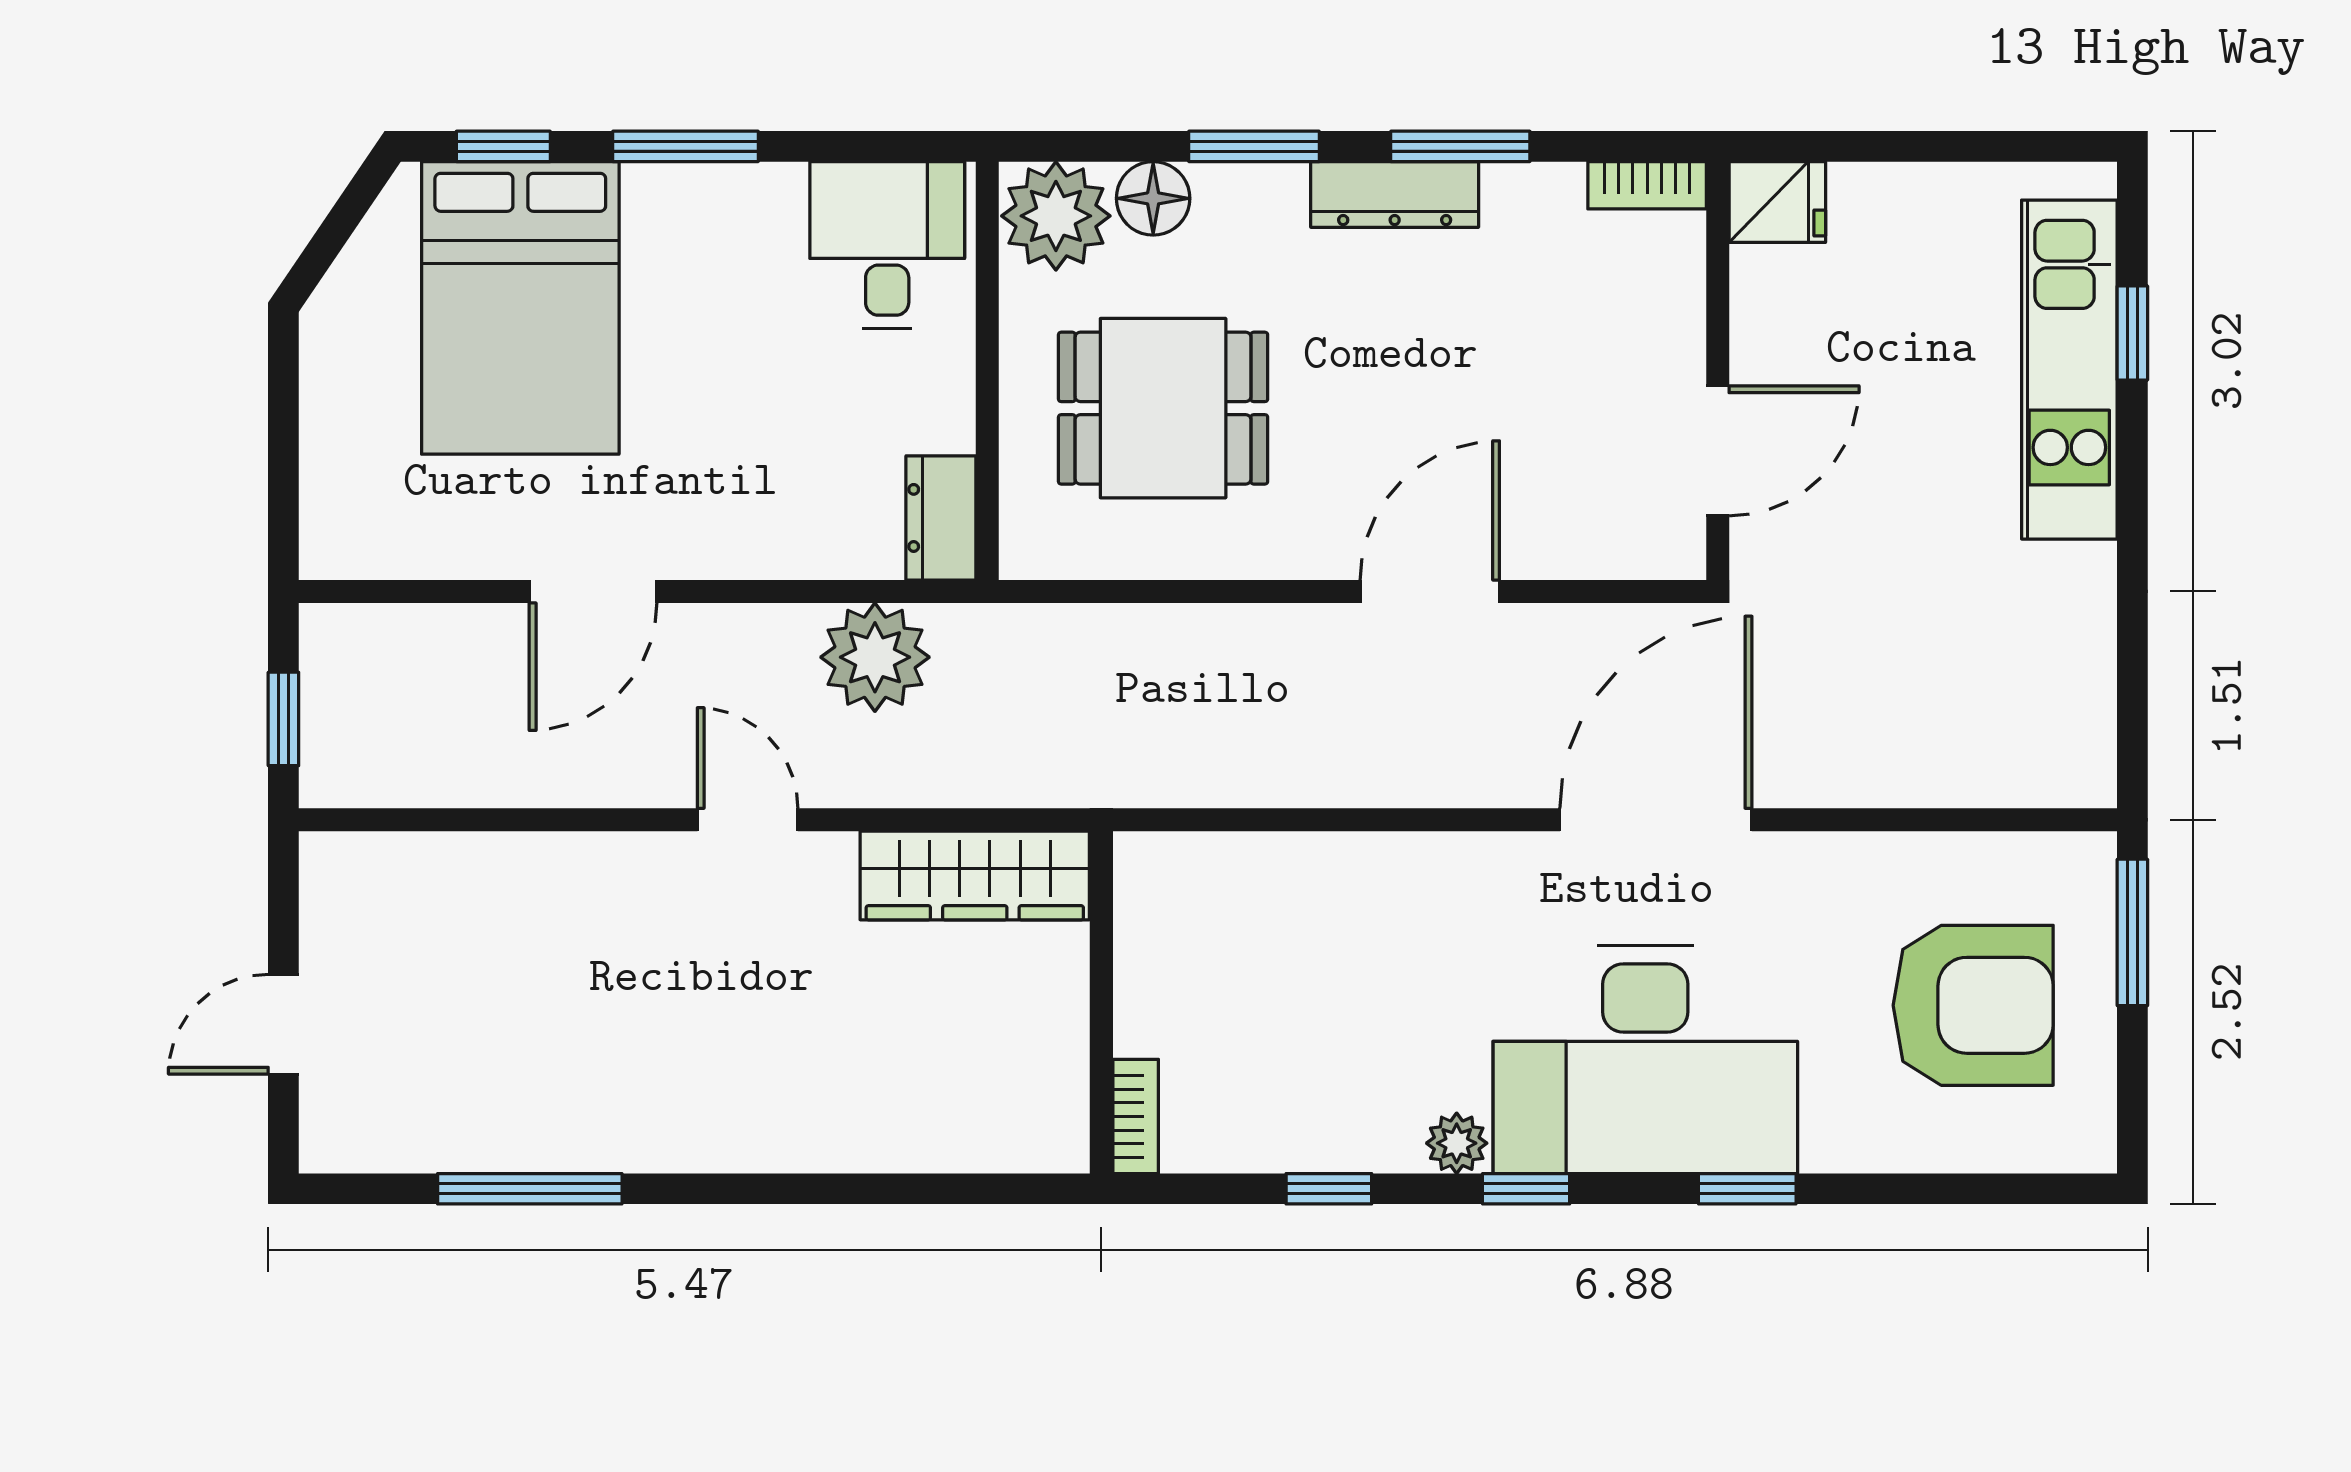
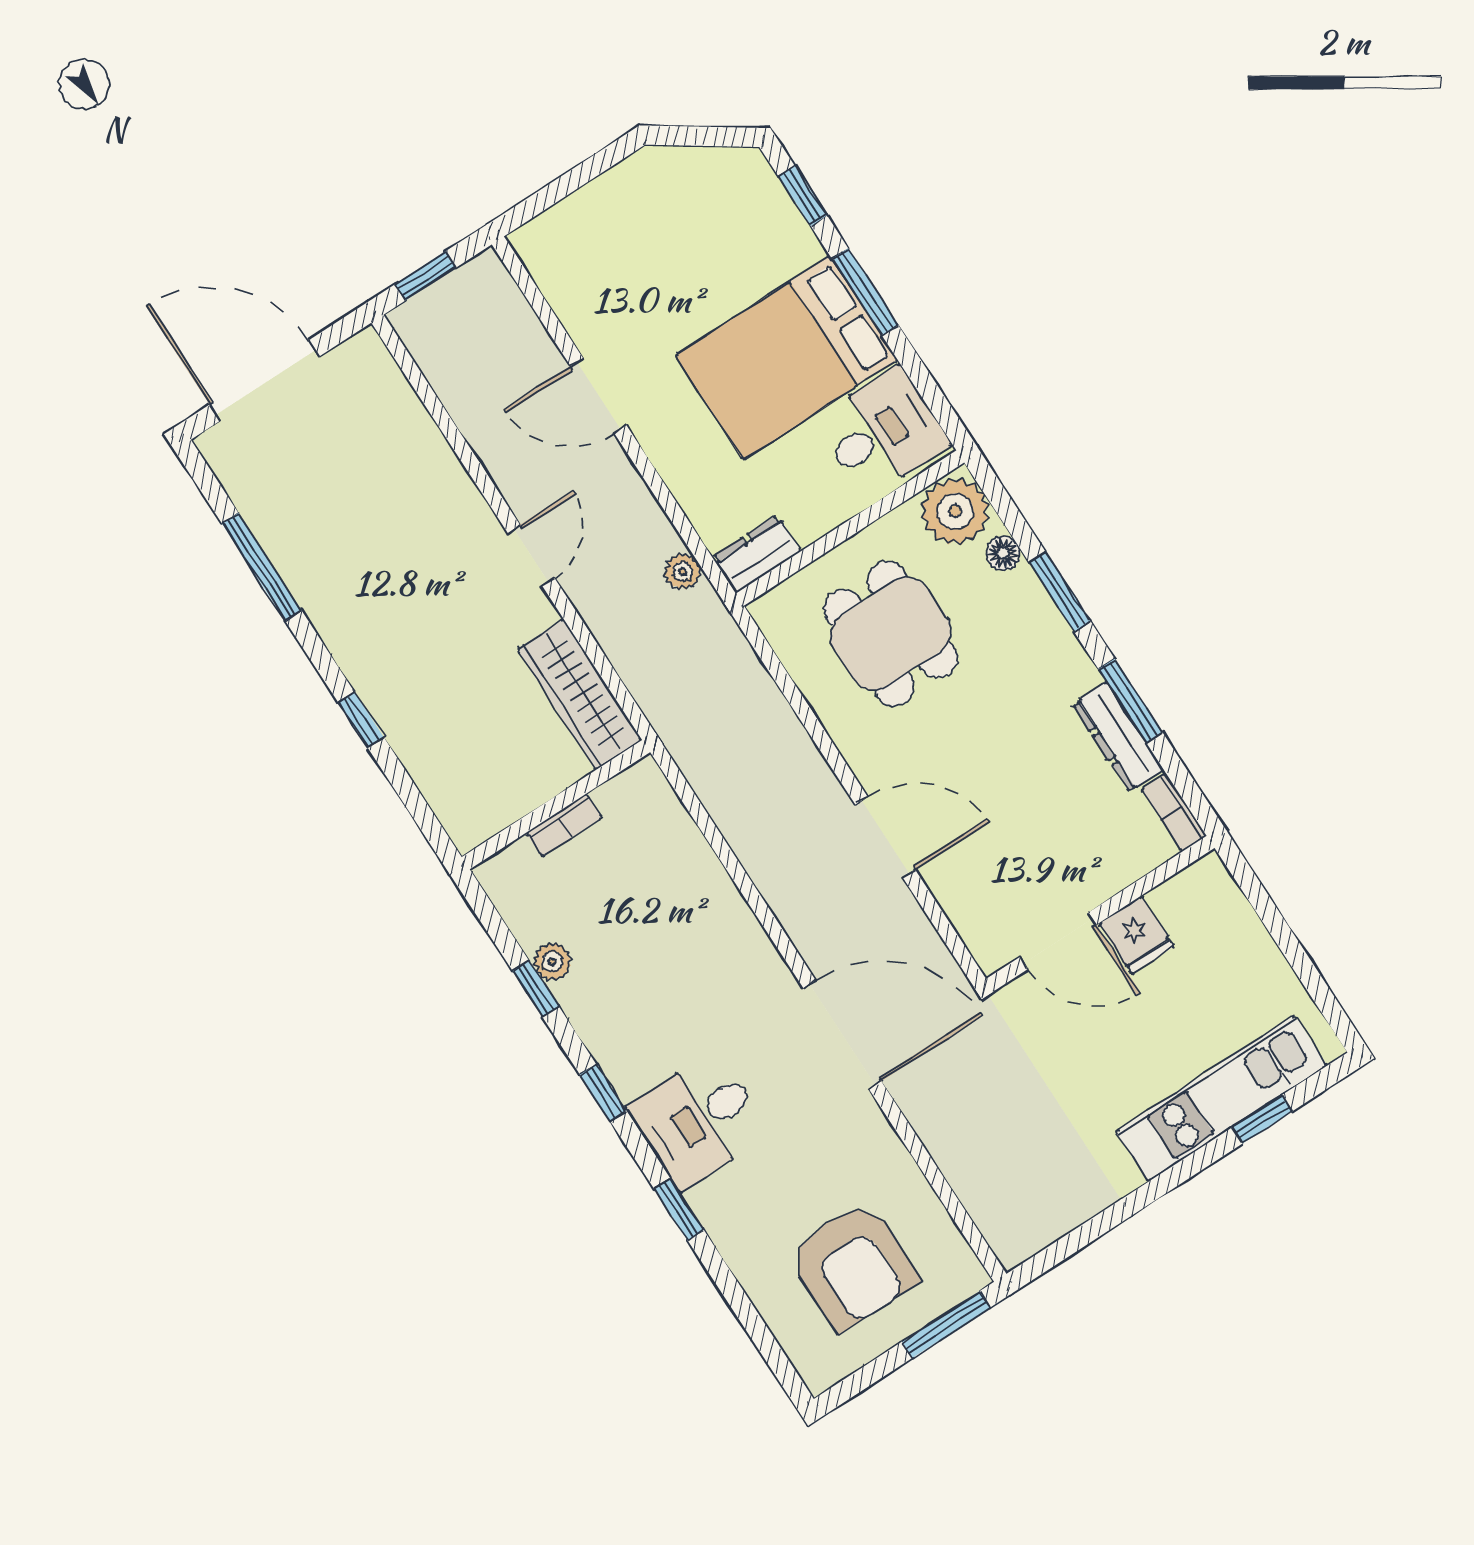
dresser: (1395, 194) -> (1118, 737), moved
floor lamp: (1153, 198) -> (1003, 553), width x0.73, depth x0.73
fridge: (1777, 202) -> (1136, 935), moved
bed: (520, 308) -> (787, 358), moved
plant: (875, 657) -> (683, 572), width x0.53, depth x0.53
door: (283, 1024) -> (264, 381), width x1.88
desk: (1645, 1060) -> (698, 1120), width x0.53, depth x0.77
bookcase: (1136, 1116) -> (564, 825), moved
plant: (1457, 1143) -> (552, 962), moved
window: (819, 1189) -> (361, 720), added

